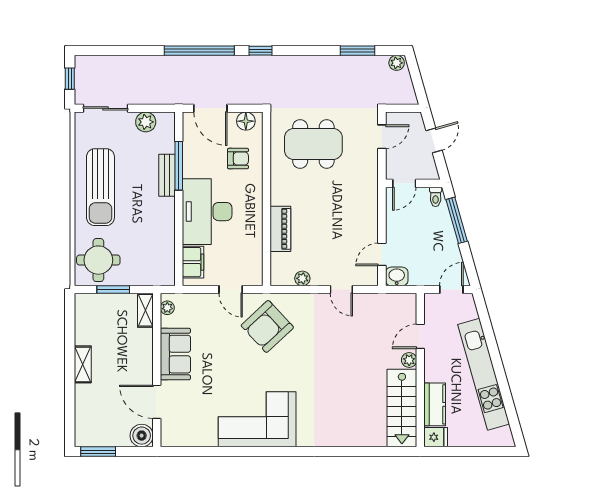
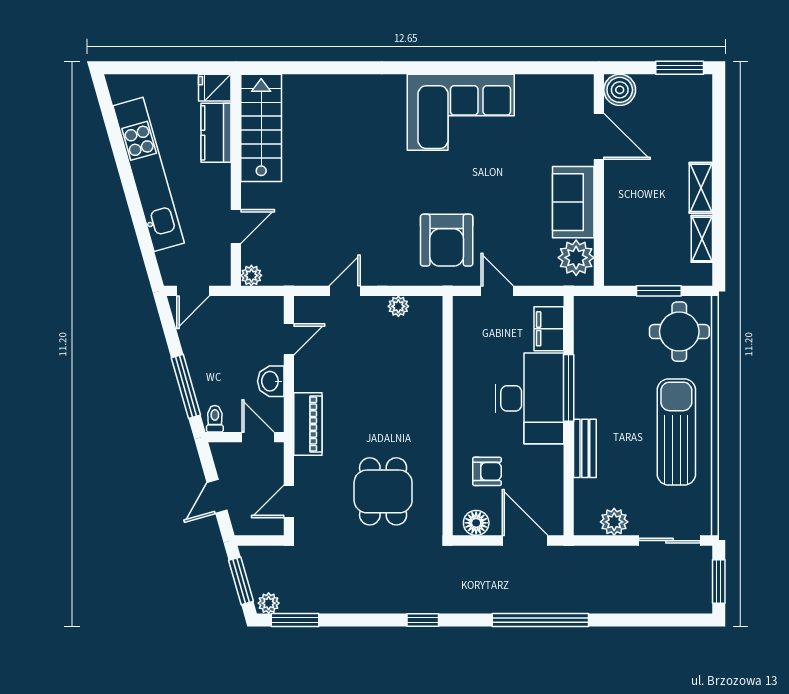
window: (261, 51) -> (423, 620), moved
window: (358, 51) -> (295, 620), moved
window: (70, 79) -> (719, 581), width x1.50
window: (417, 79) -> (241, 581), added
dining table: (313, 144) -> (383, 491), width x0.73
armchair: (238, 159) -> (487, 471), turned 180
window: (179, 166) -> (569, 388), moved
door: (404, 183) -> (258, 437), hinge flipped
piano: (280, 229) -> (308, 424), moved, turned 180
washbasin: (397, 276) -> (271, 381), moved, turned 90
door: (341, 290) -> (345, 291), hinge flipped
plant: (167, 308) -> (576, 258), width x1.88, depth x1.88
shelving: (145, 310) -> (702, 239), moved
armchair: (267, 326) -> (447, 240), turned 133
plant: (409, 360) -> (251, 275), moved

